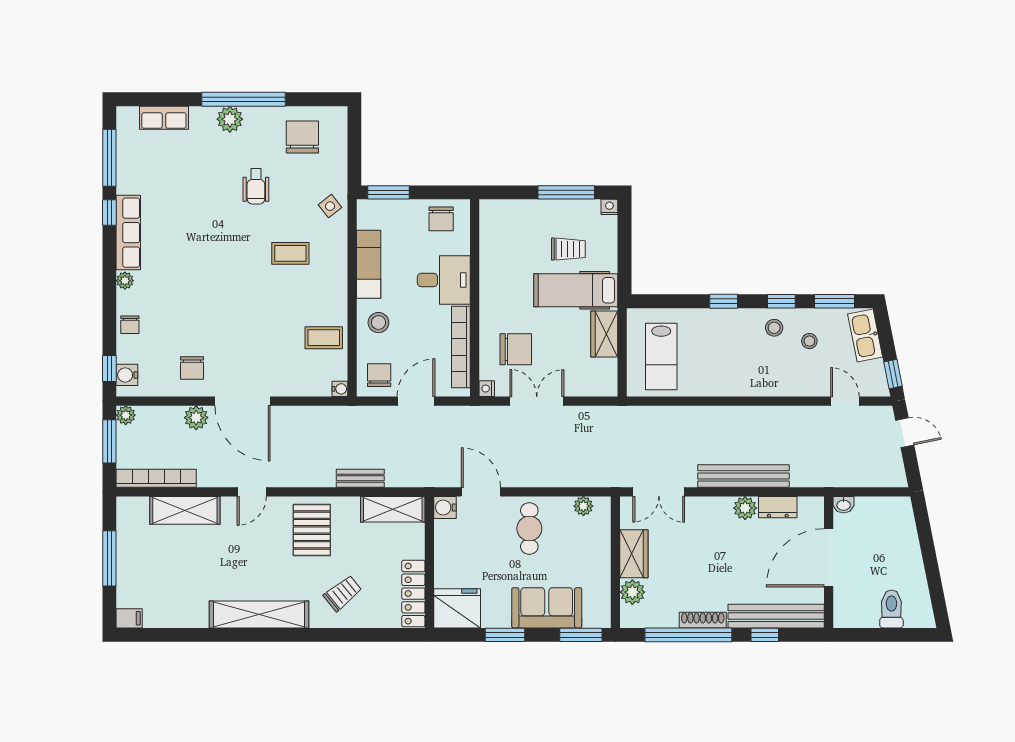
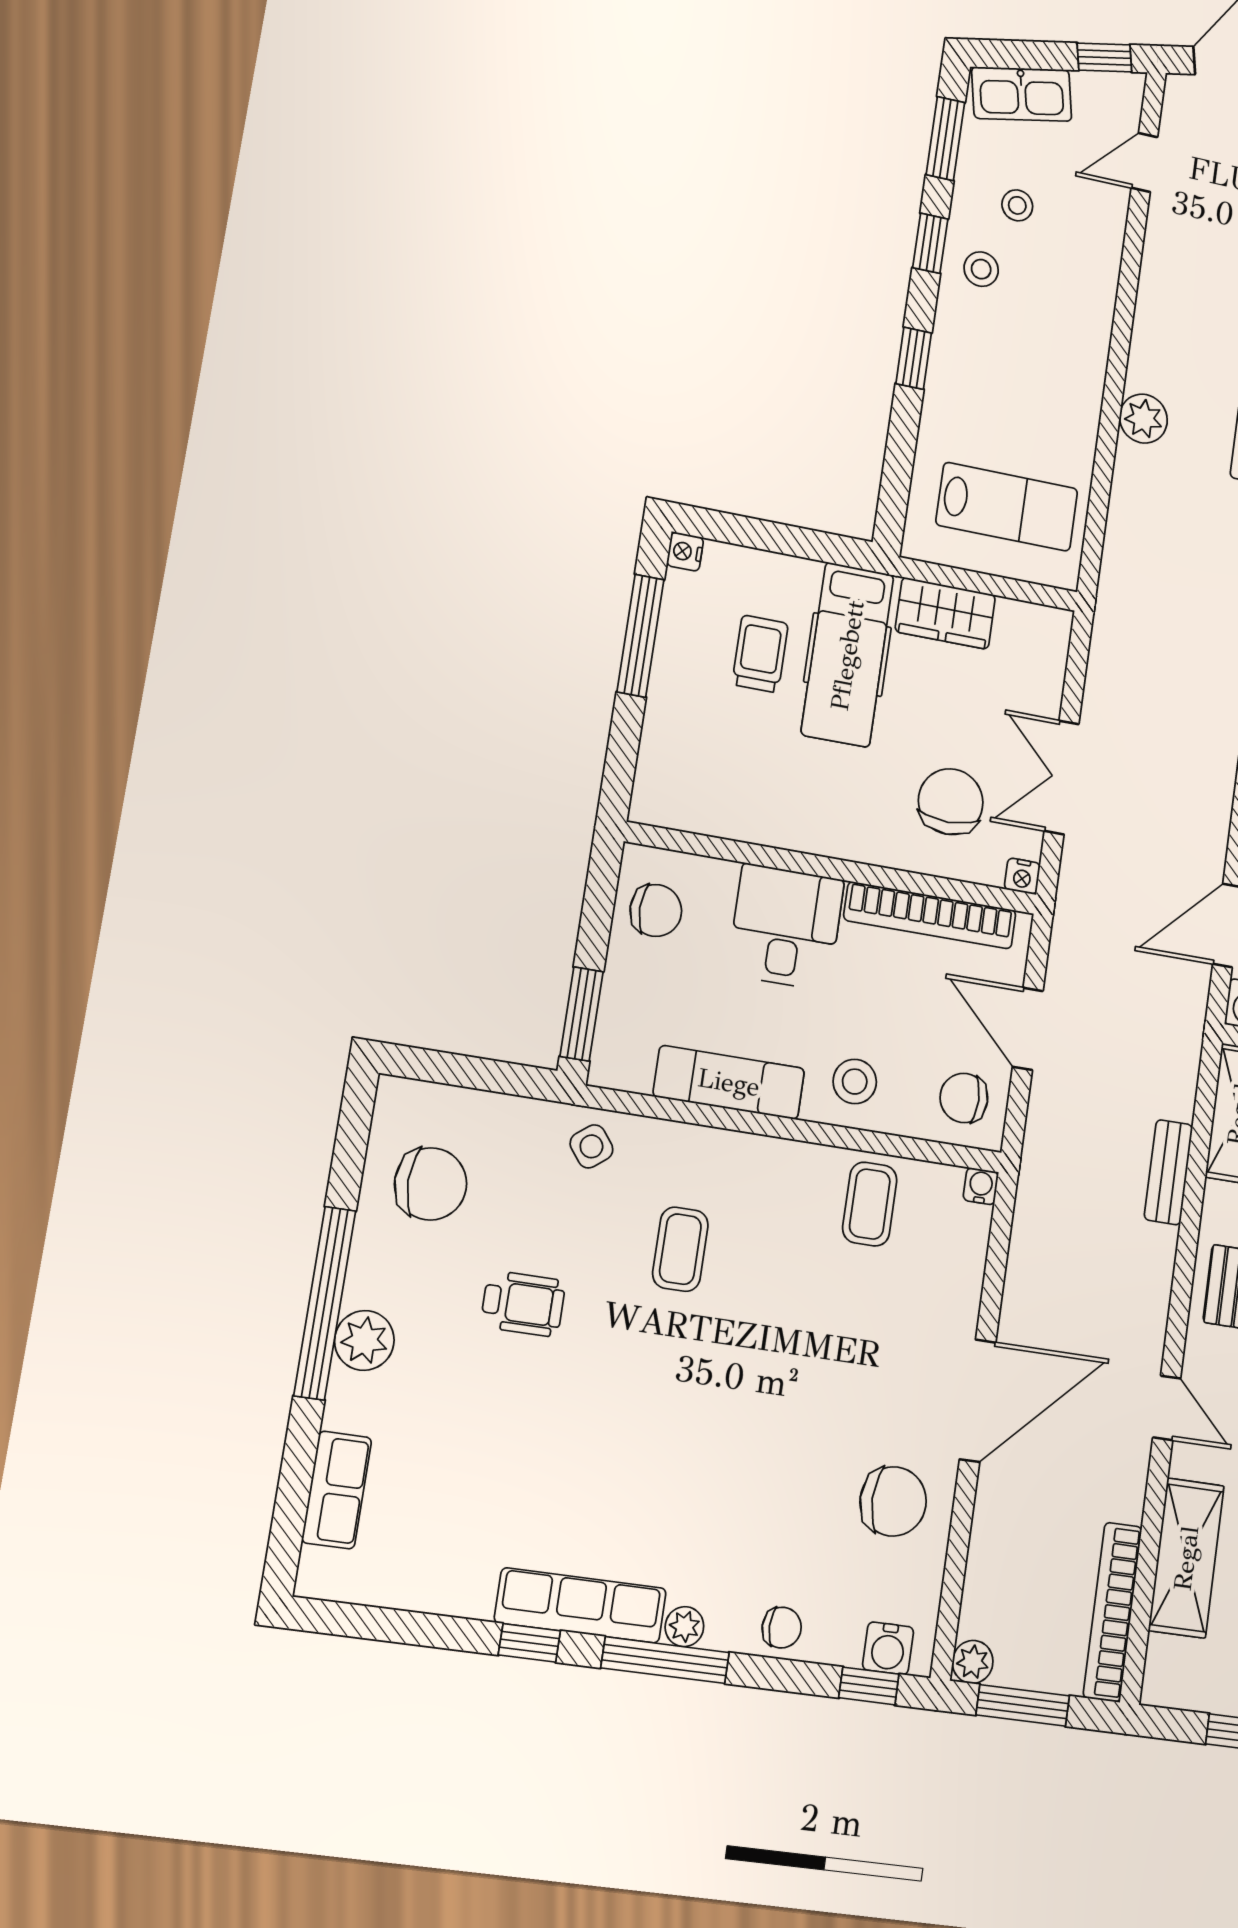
chair: (302, 137) -> (431, 1184), turned 180
window: (109, 158) -> (665, 1660), moved
chair: (192, 368) -> (893, 1501), width x1.37, depth x1.37
plant: (196, 418) -> (1143, 419), moved

